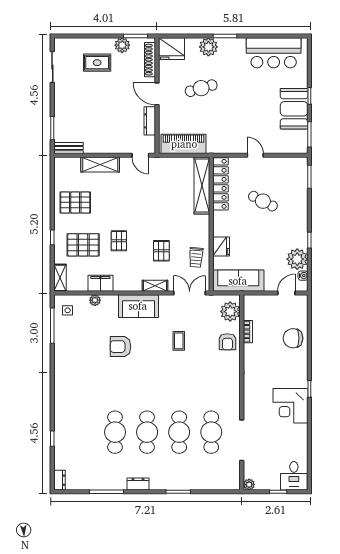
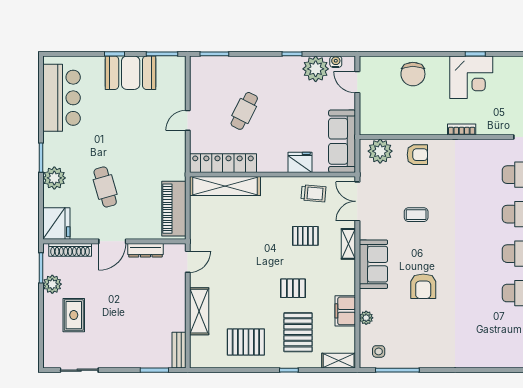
pallet: (75, 202) -> (246, 342), turned 90
bookcase: (248, 332) -> (462, 129), moved
corner desk: (290, 406) -> (471, 77), moved

